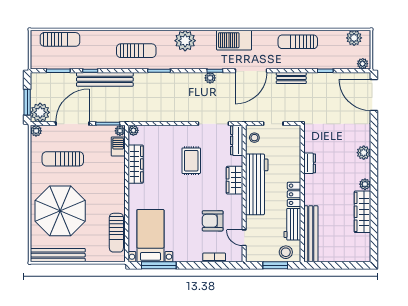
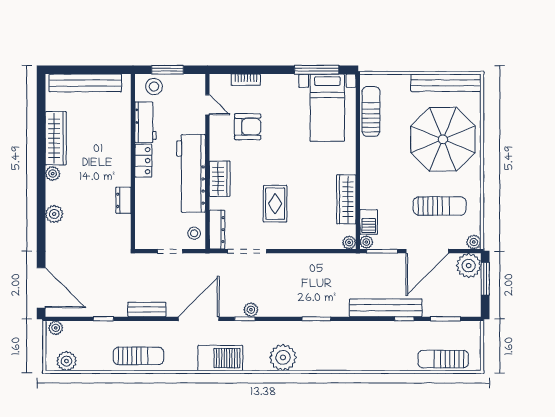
sun lounger: (136, 51) -> (346, 345), removed
bench: (311, 234) -> (85, 83), moved, turned 90

